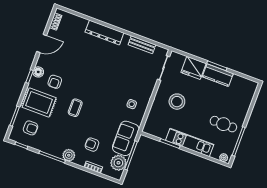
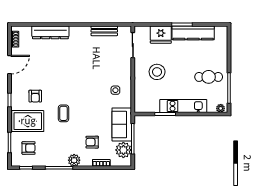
dresser: (104, 32) -> (50, 32), moved
floor lamp: (38, 72) -> (16, 93), removed
kitchen counter: (218, 75) -> (193, 33), width x1.50

